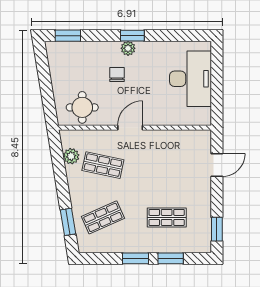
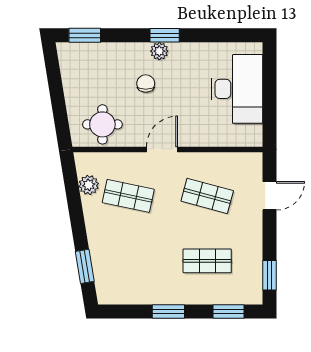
shop shelf: (103, 217) -> (207, 196), moved, turned 39
window: (171, 258) -> (229, 312), moved

